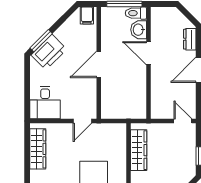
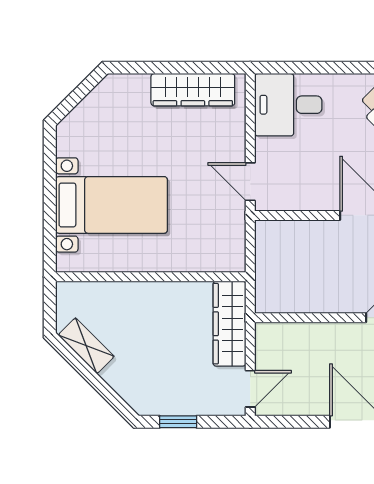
wardrobe: (139, 150) -> (229, 324), moved, turned 90

